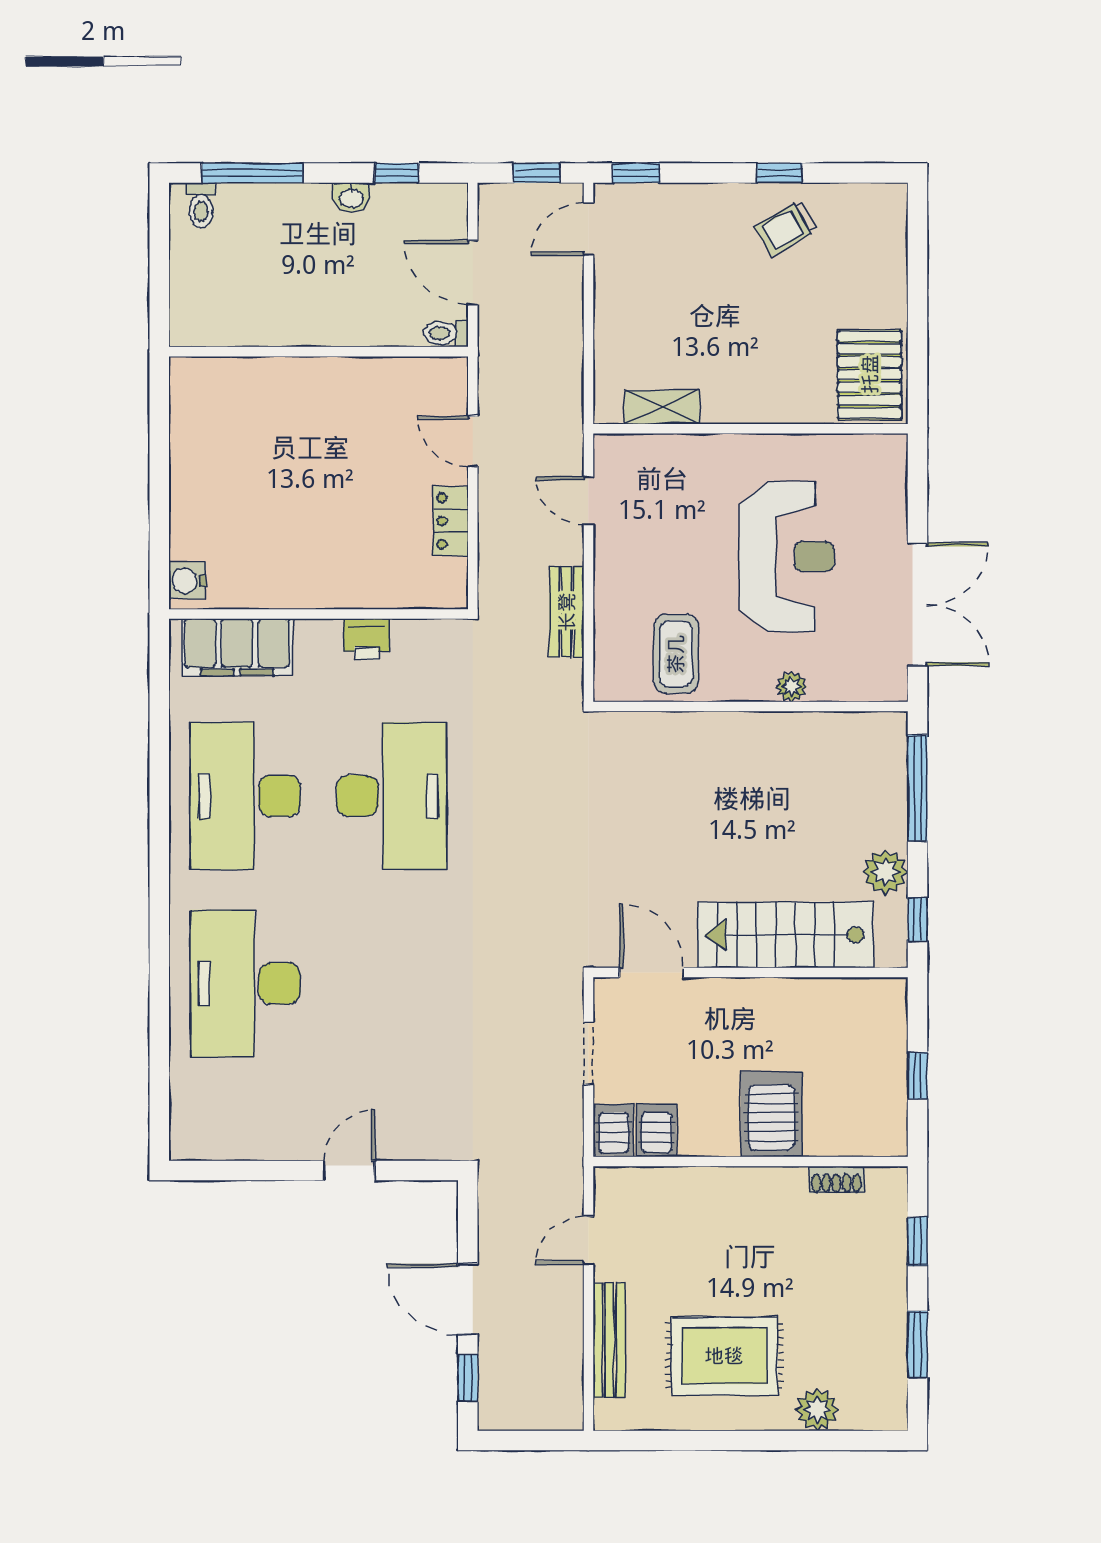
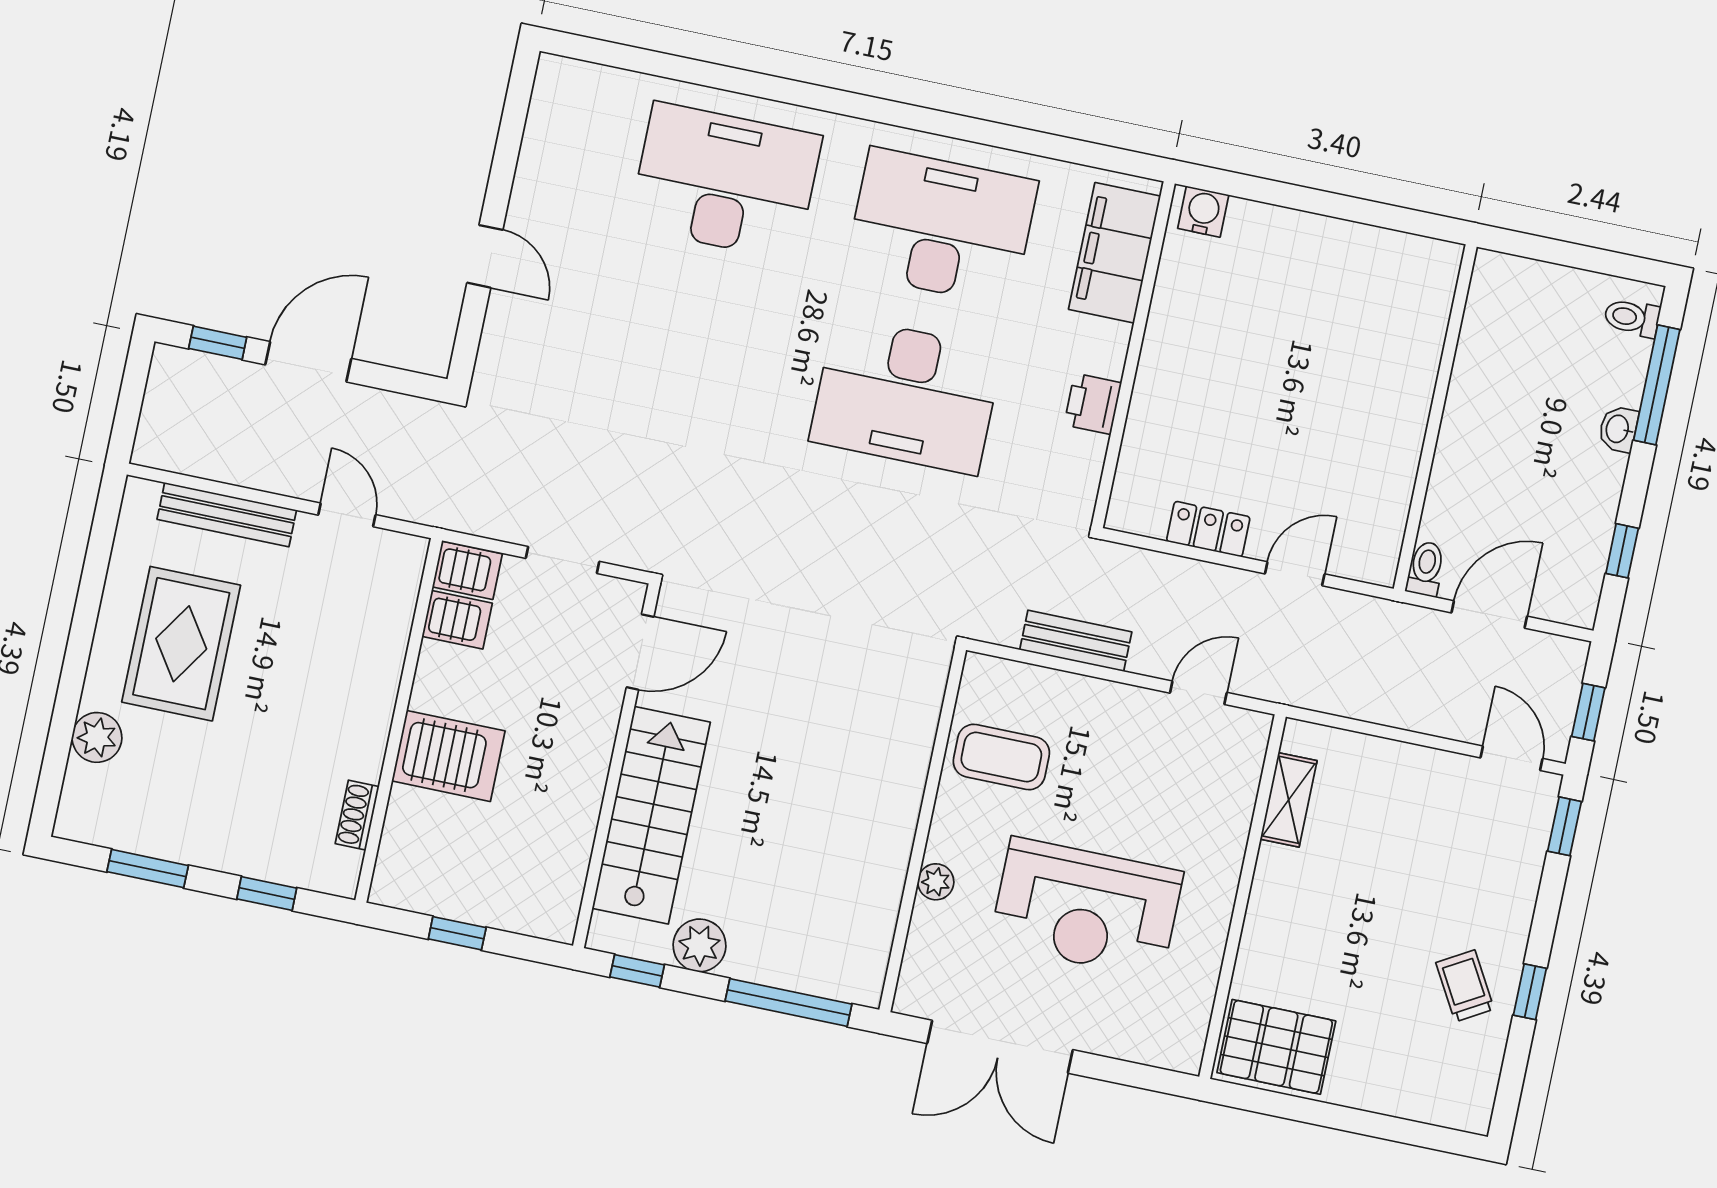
washbasin: (351, 197) -> (1618, 429), moved

